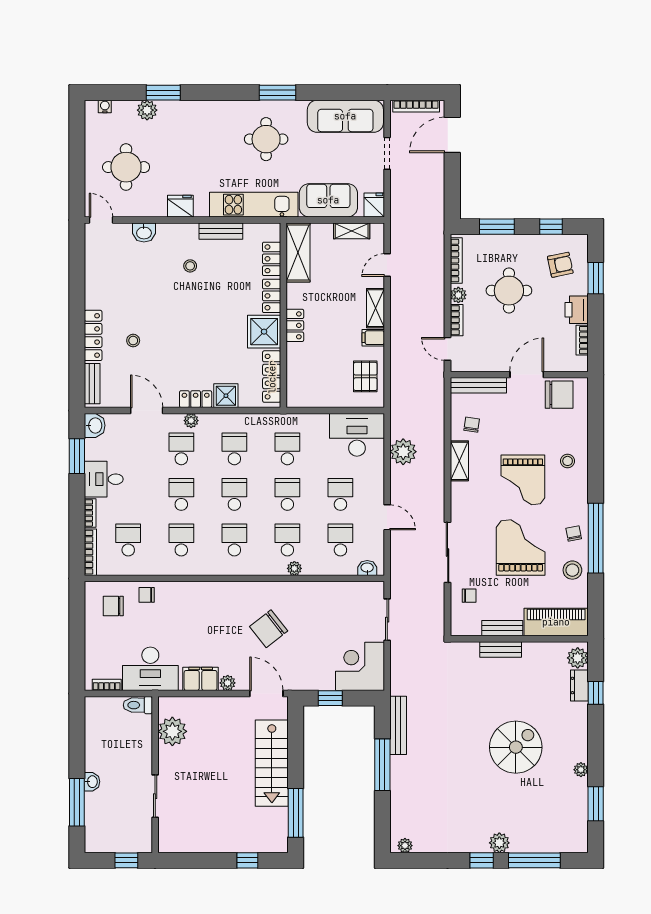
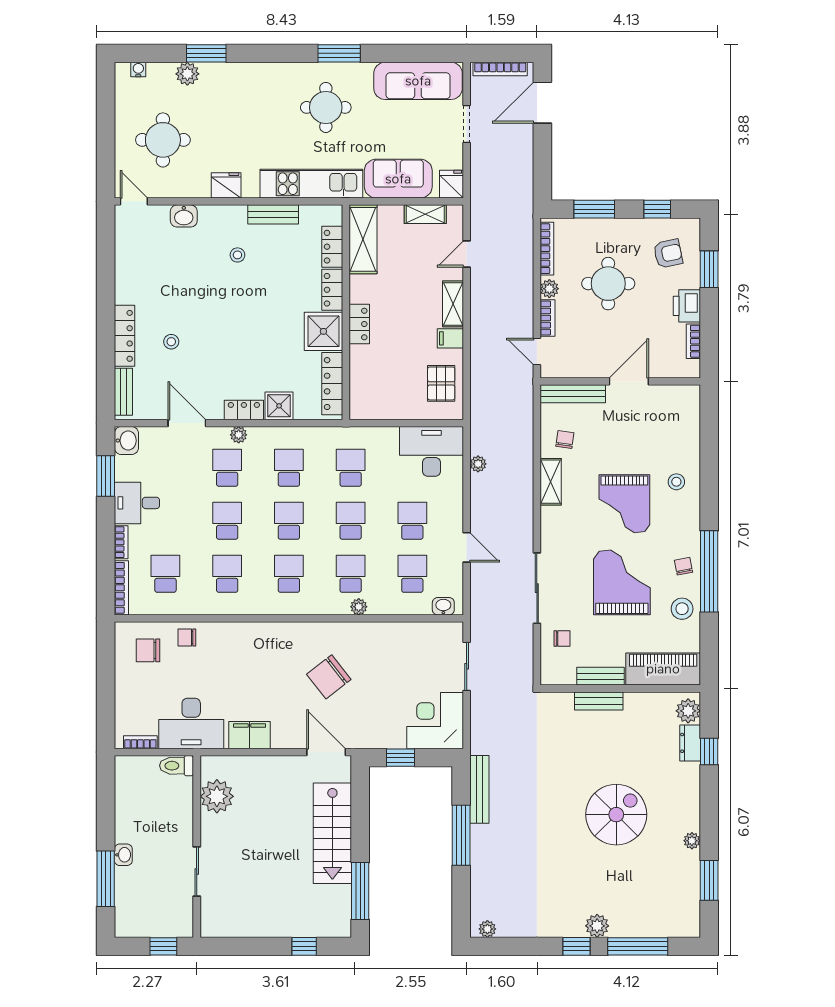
chair: (559, 395) -> (667, 405), removed
plant: (403, 452) -> (478, 464), width x0.53, depth x0.53
plant: (228, 683) -> (281, 740), removed

